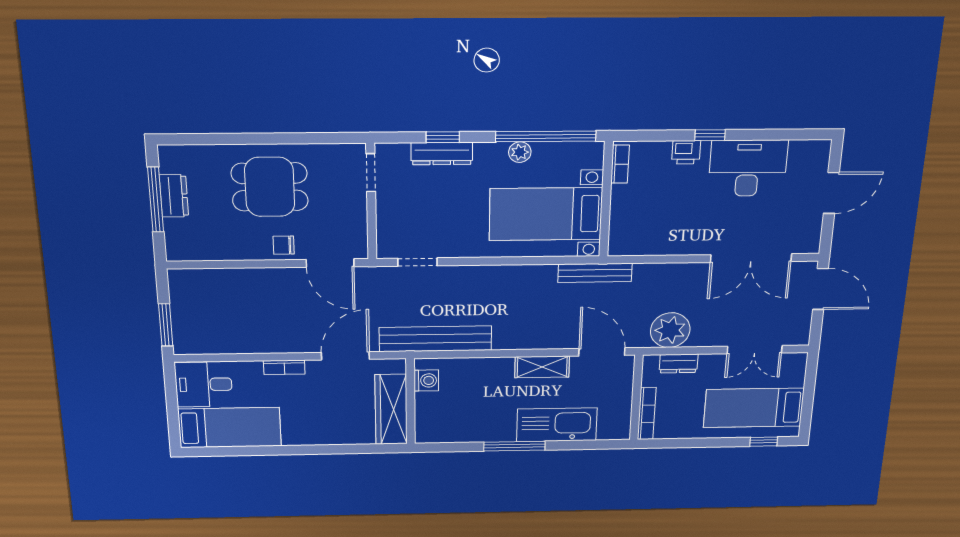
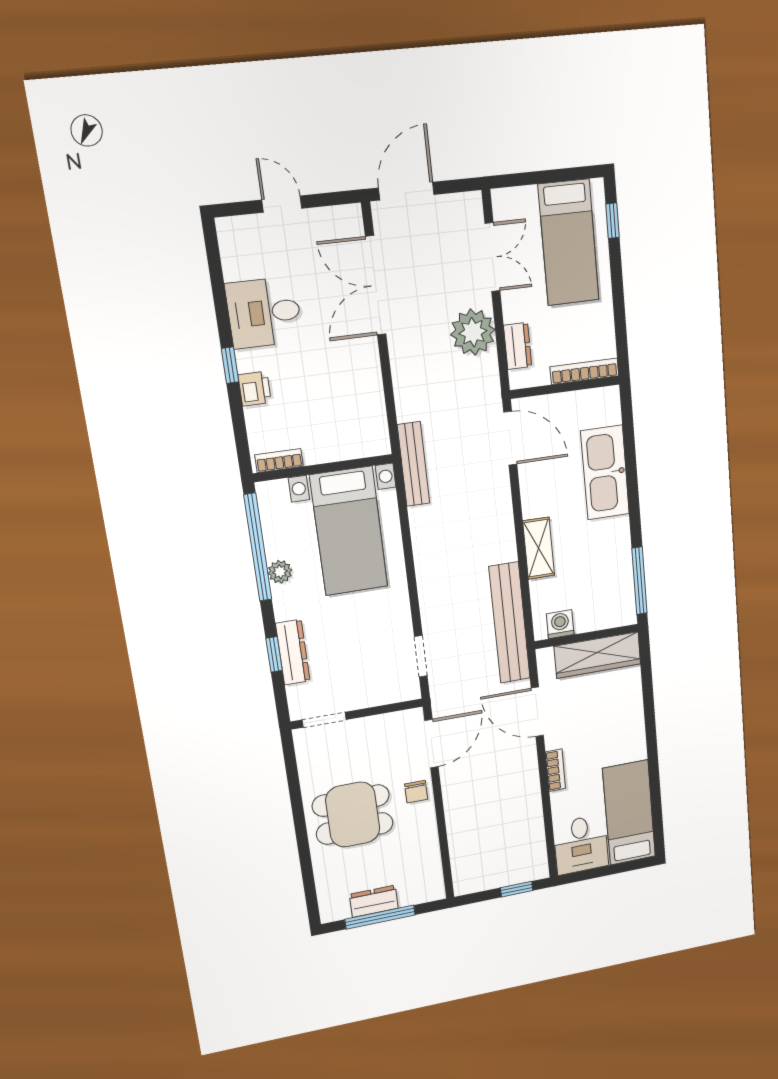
desk: (748, 168) -> (264, 313), width x0.73
dining table: (270, 187) -> (353, 815), turned 90
door: (831, 193) -> (282, 204), width x0.73
double door: (751, 258) -> (376, 286), swing flipped
window: (166, 325) -> (517, 889), width x0.67
plant: (670, 330) -> (473, 332), moved
door: (602, 352) -> (510, 438), swing flipped
shelving: (542, 367) -> (539, 548), moved
window: (514, 446) -> (639, 581), moved

